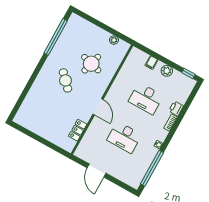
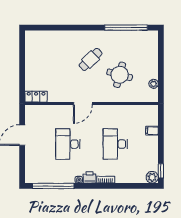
plant: (167, 71) -> (152, 177), moved
printer: (176, 108) -> (90, 177), moved
locker: (78, 130) -> (36, 97), moved

